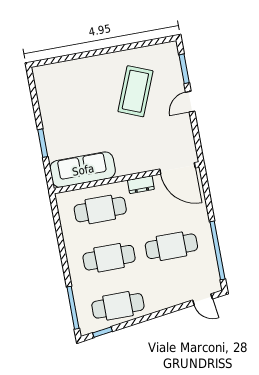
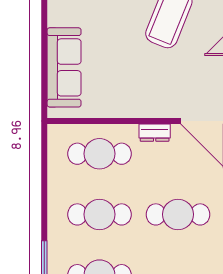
window: (43, 143) -> (44, 60), removed
sofa: (83, 170) -> (64, 67), moved, turned 90

